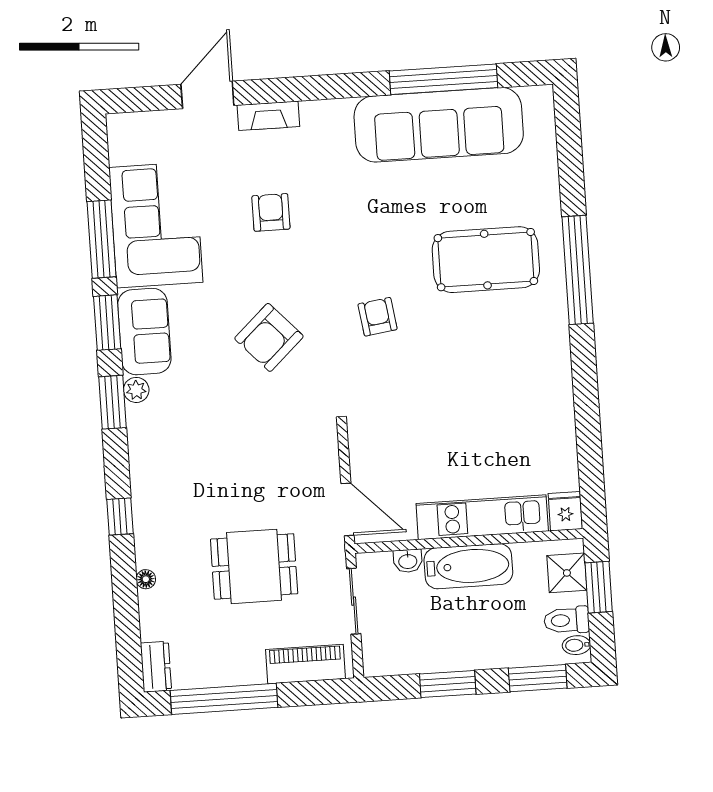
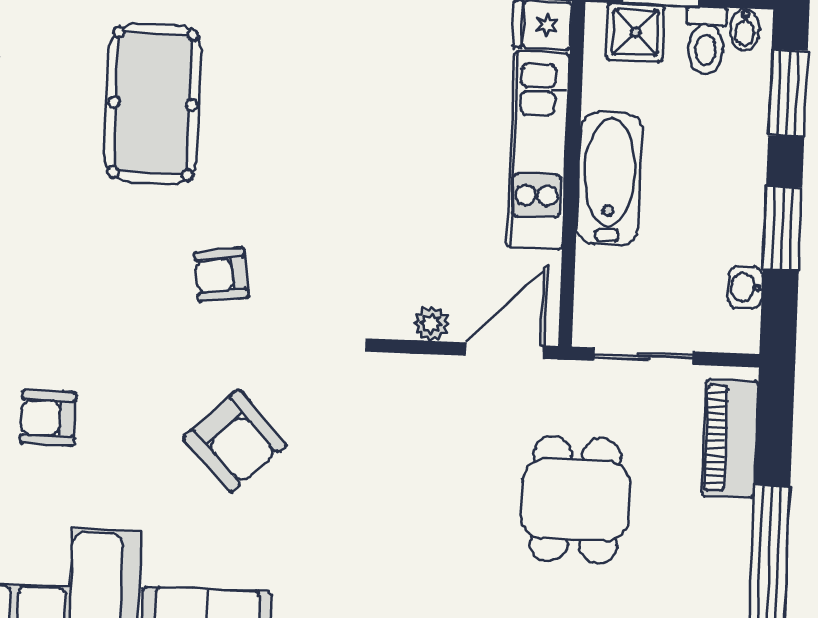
plant: (360, 459) -> (431, 324), added
washbasin: (408, 561) -> (745, 287), moved, turned 180

